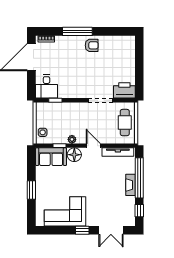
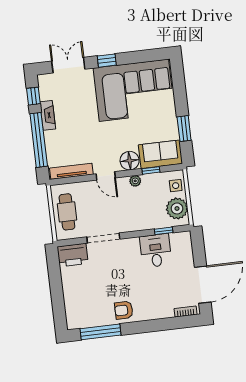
window: (77, 31) -> (101, 332), moved
desk: (46, 86) -> (156, 251), moved
plant: (44, 115) -> (177, 208), added
fireplace: (130, 185) -> (48, 115), moved
window: (31, 190) -> (184, 129), moved
corner sofa: (65, 211) -> (134, 90), width x1.36, depth x1.36

